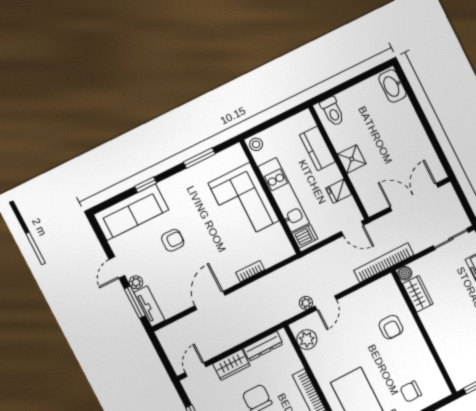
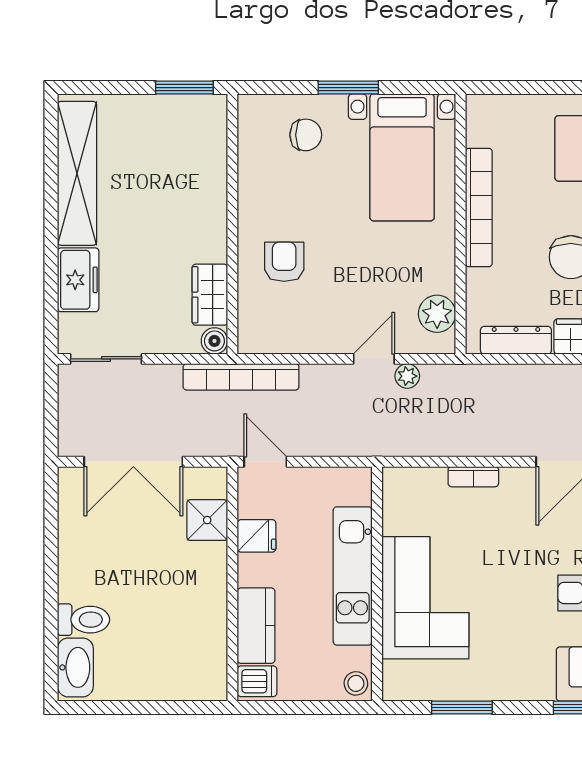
toilet: (332, 111) -> (83, 620), moved, turned 90
shower: (352, 159) -> (207, 520), moved
dishwasher: (305, 236) -> (257, 681), moved, turned 180

